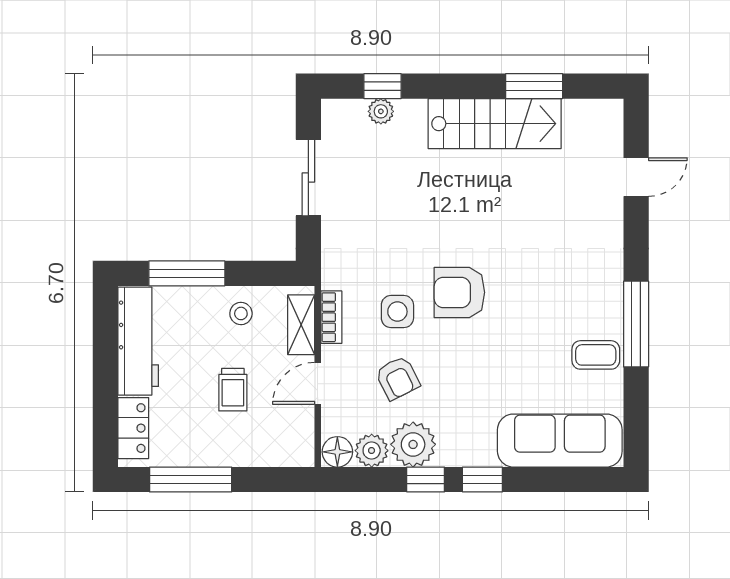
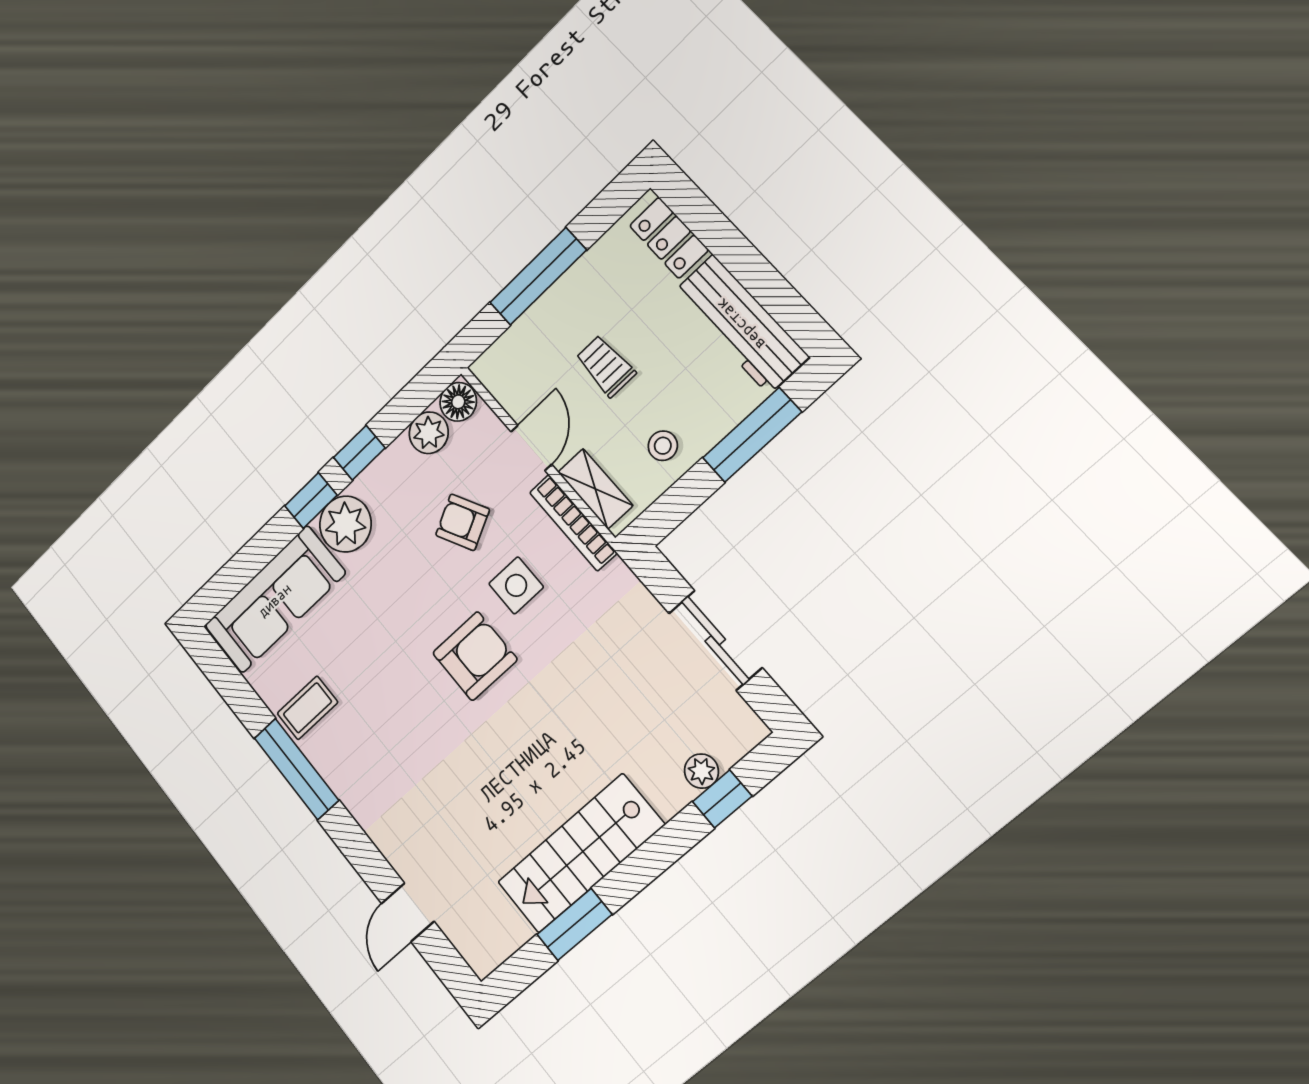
bookcase: (331, 317) -> (573, 523), width x1.56
plant: (413, 444) -> (345, 524), moved
window: (191, 479) -> (538, 276), moved

